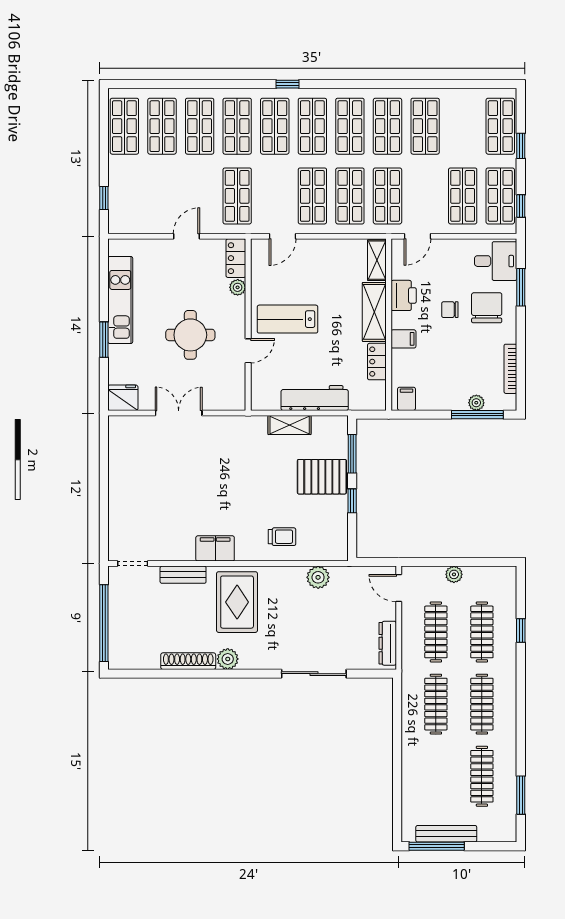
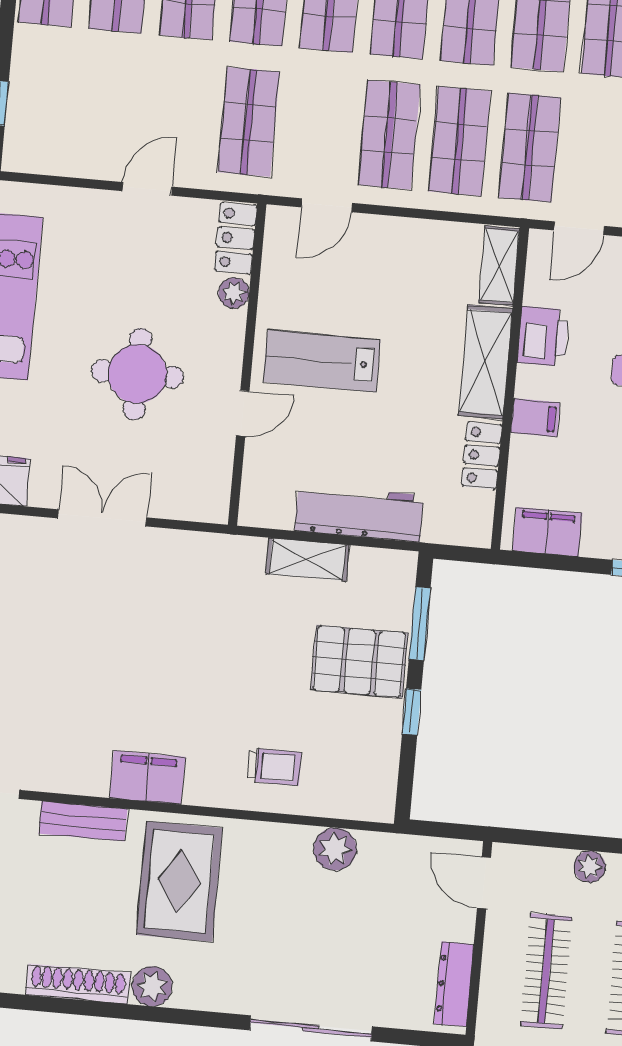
filing cabinet: (407, 399) -> (547, 532), width x2.00

